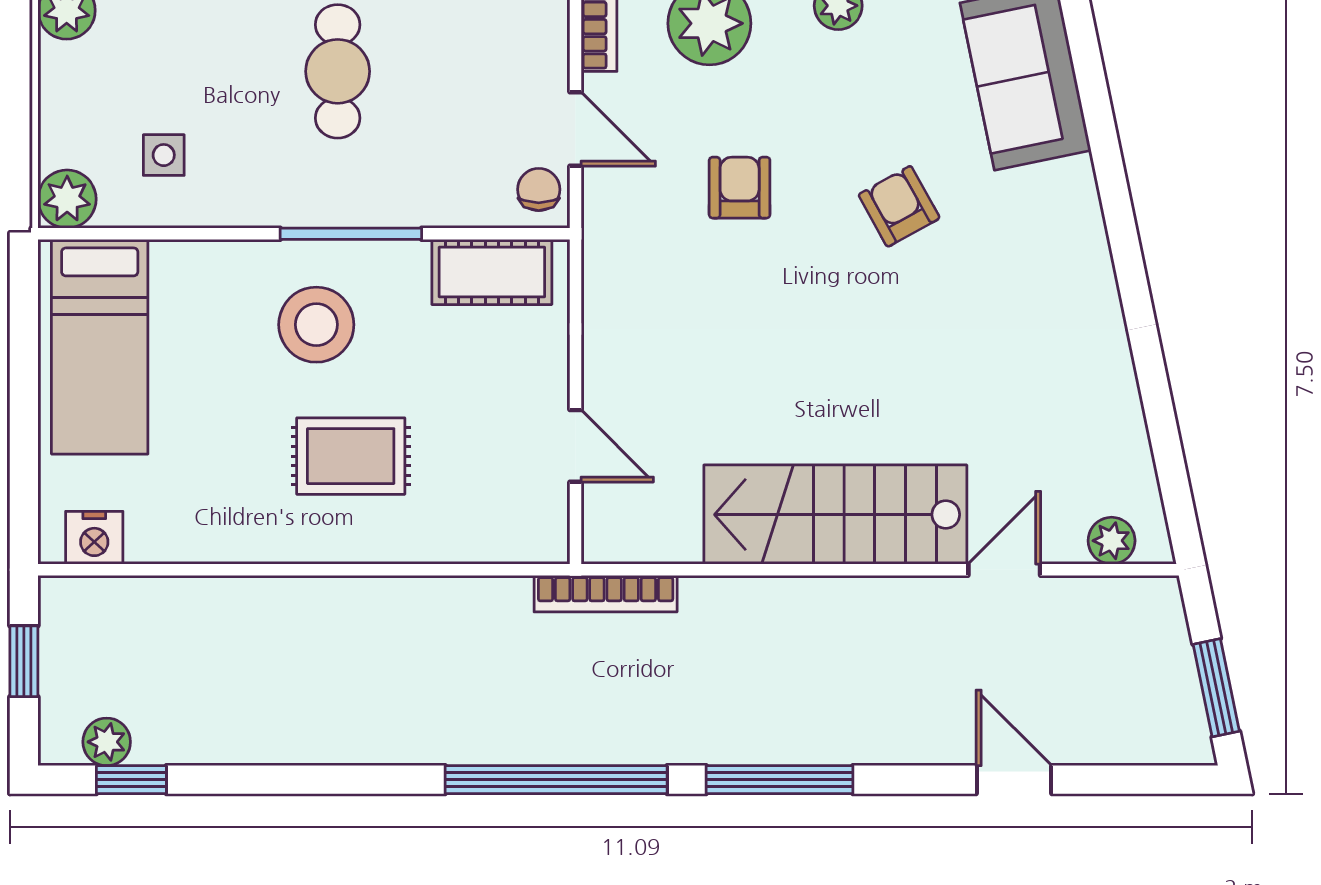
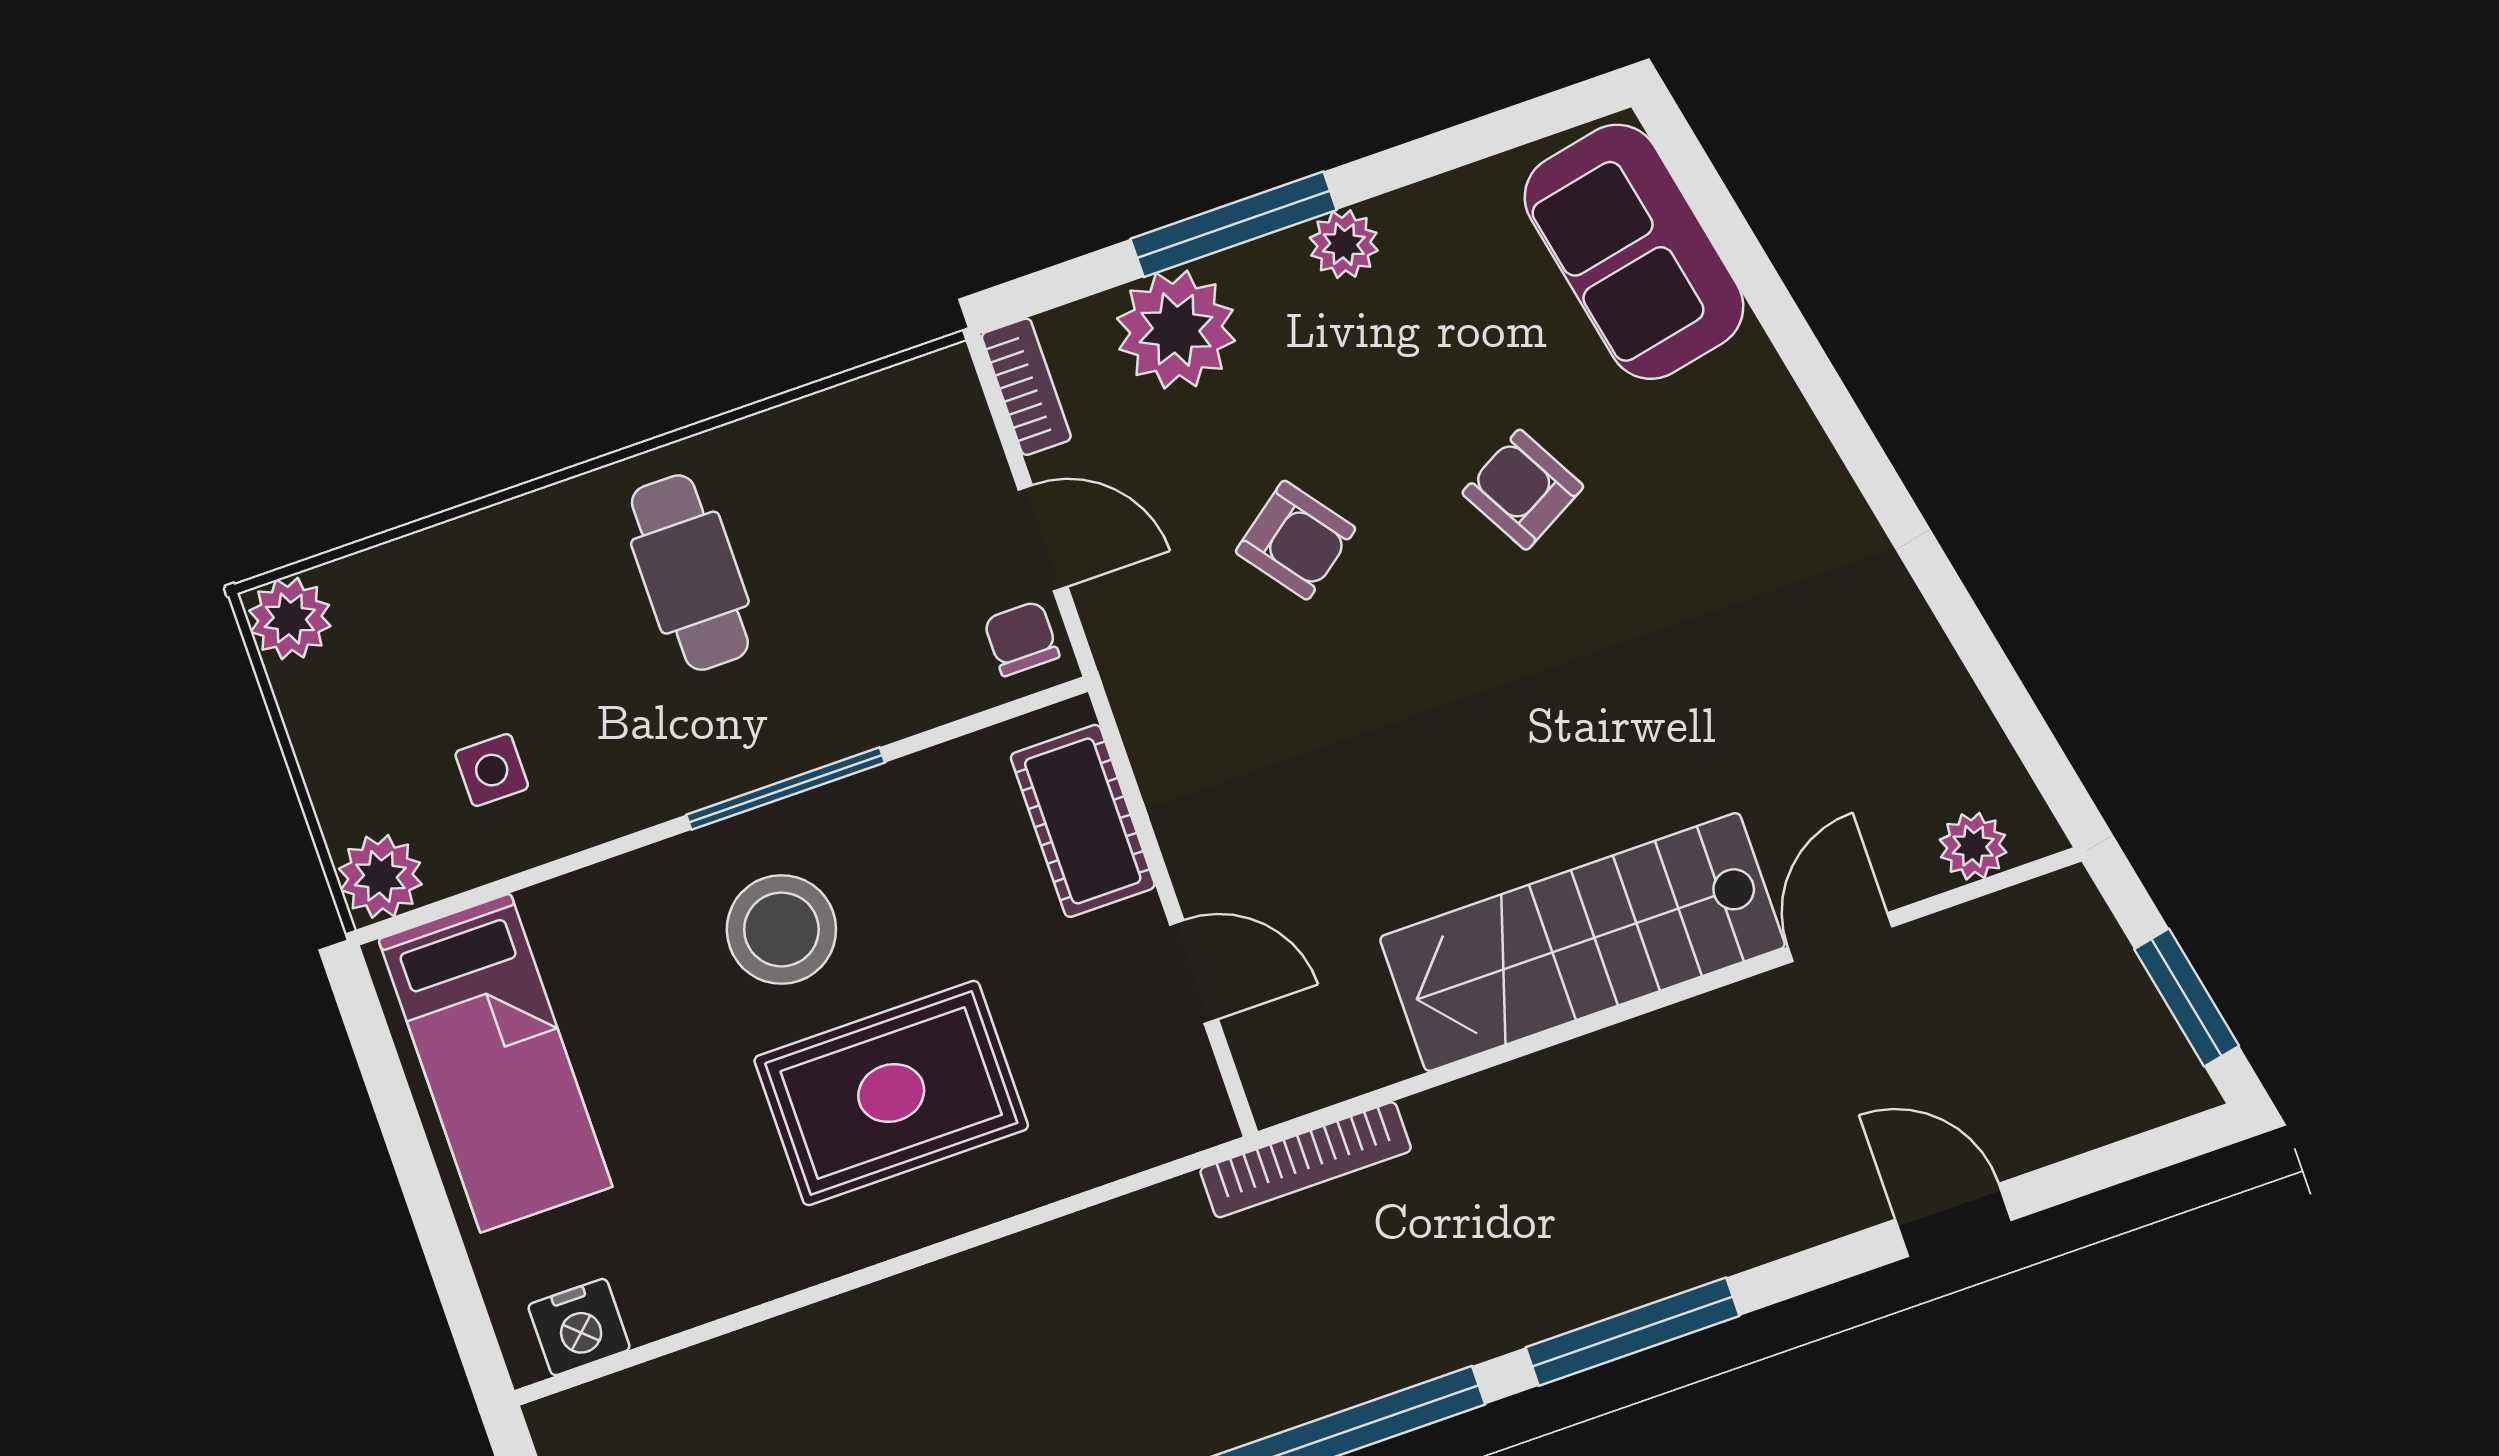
armchair: (740, 188) -> (1296, 540), turned 143
cot: (492, 272) -> (1083, 821), moved, turned 90
rug: (351, 456) -> (891, 1093), width x1.36, depth x1.43

